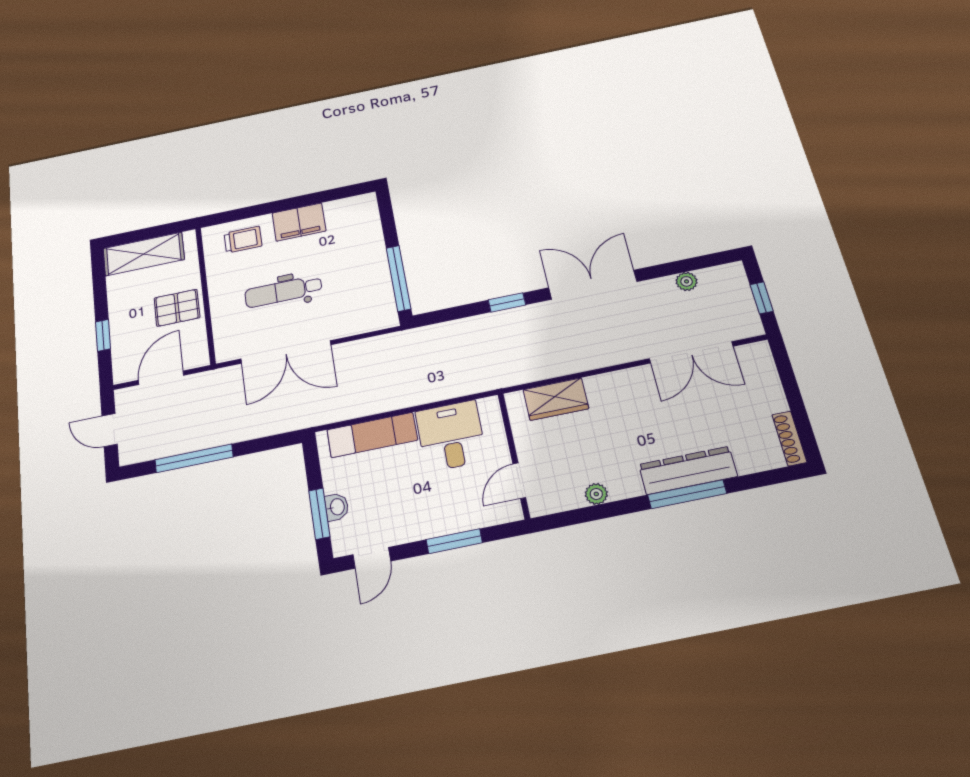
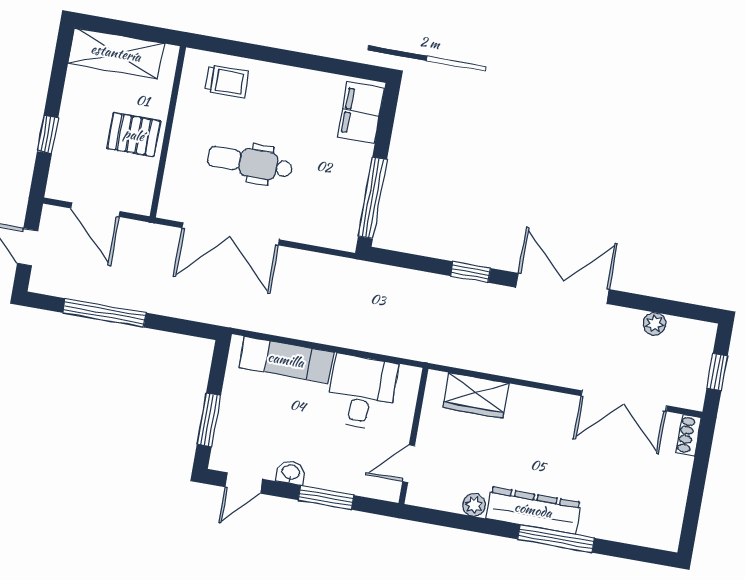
filing cabinet: (299, 222) -> (361, 113), moved, turned 90
door: (161, 378) -> (95, 210), swing flipped
shoe rack: (789, 438) -> (689, 435), moved, width x0.70
dresser: (688, 470) -> (533, 510), moved
washbasin: (337, 507) -> (291, 473), moved, turned -90

